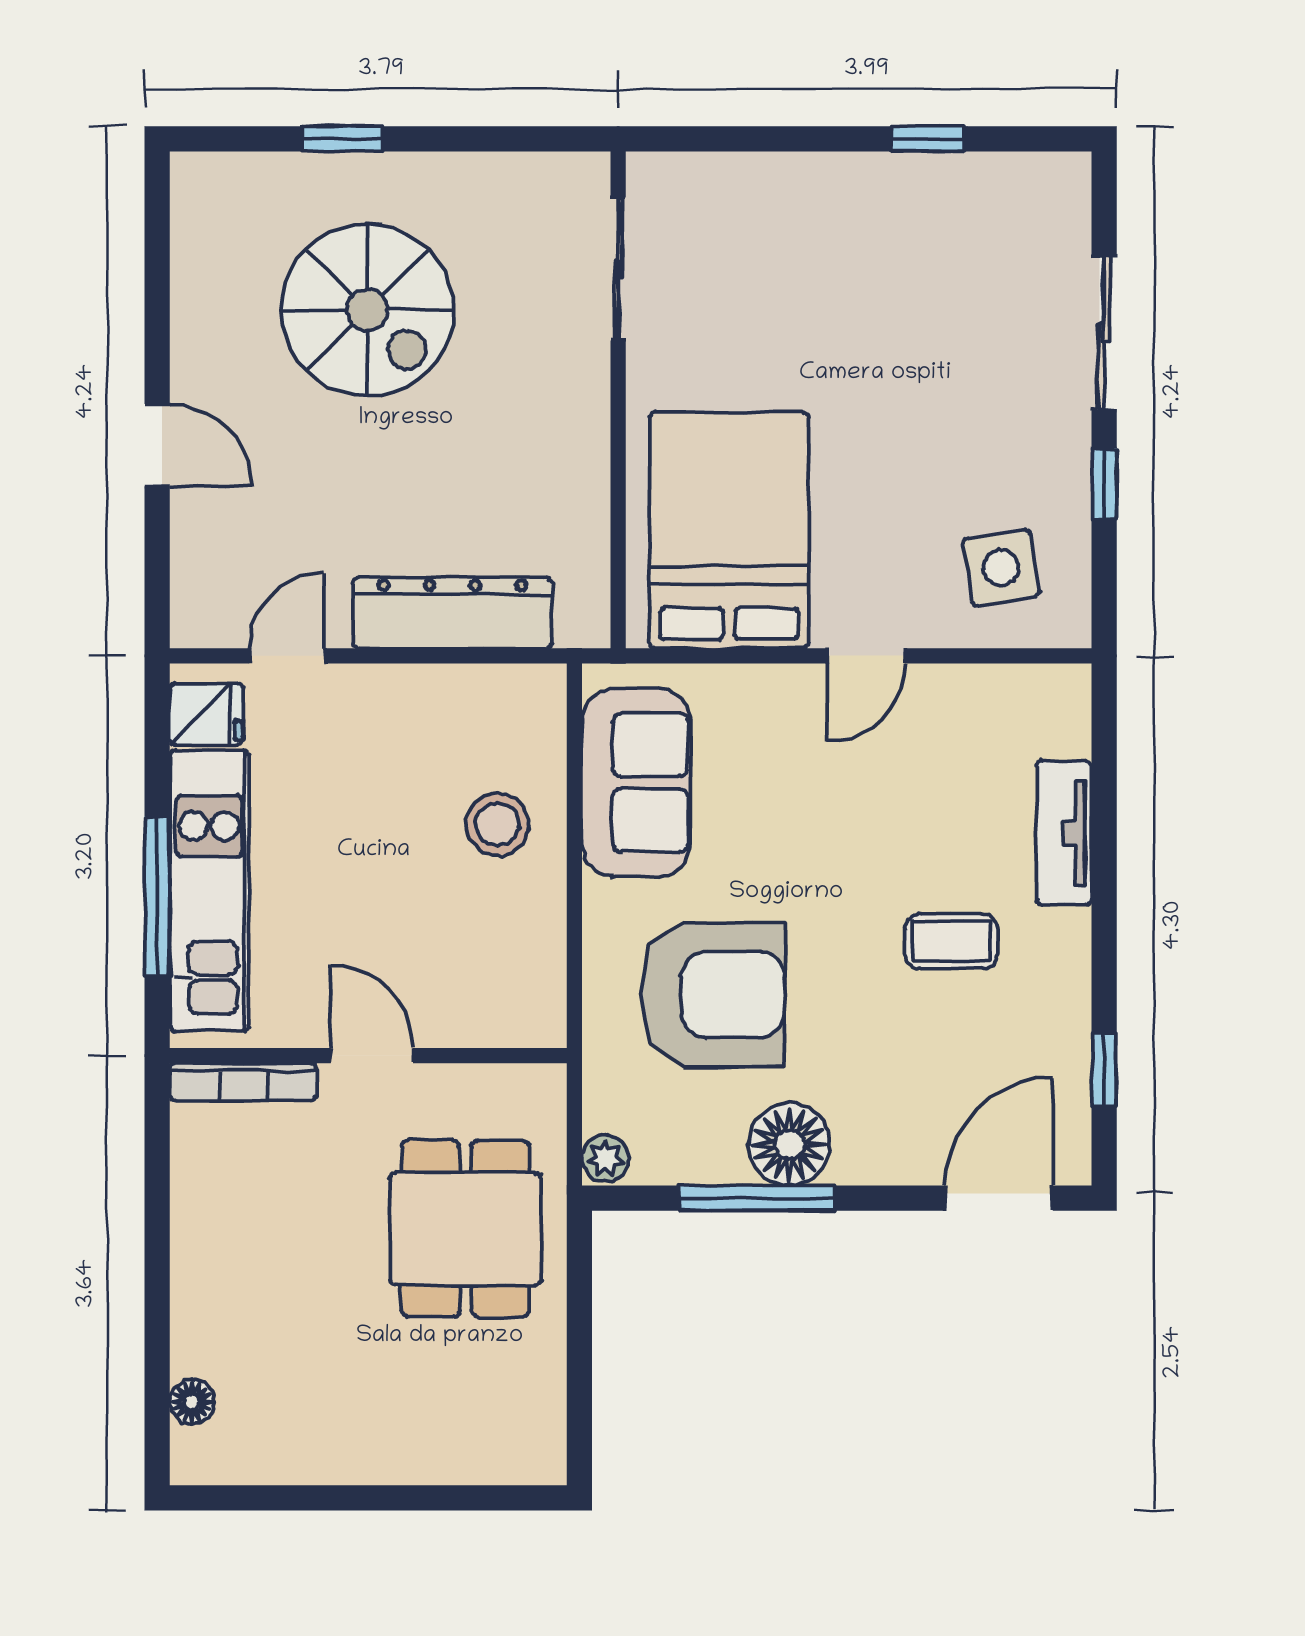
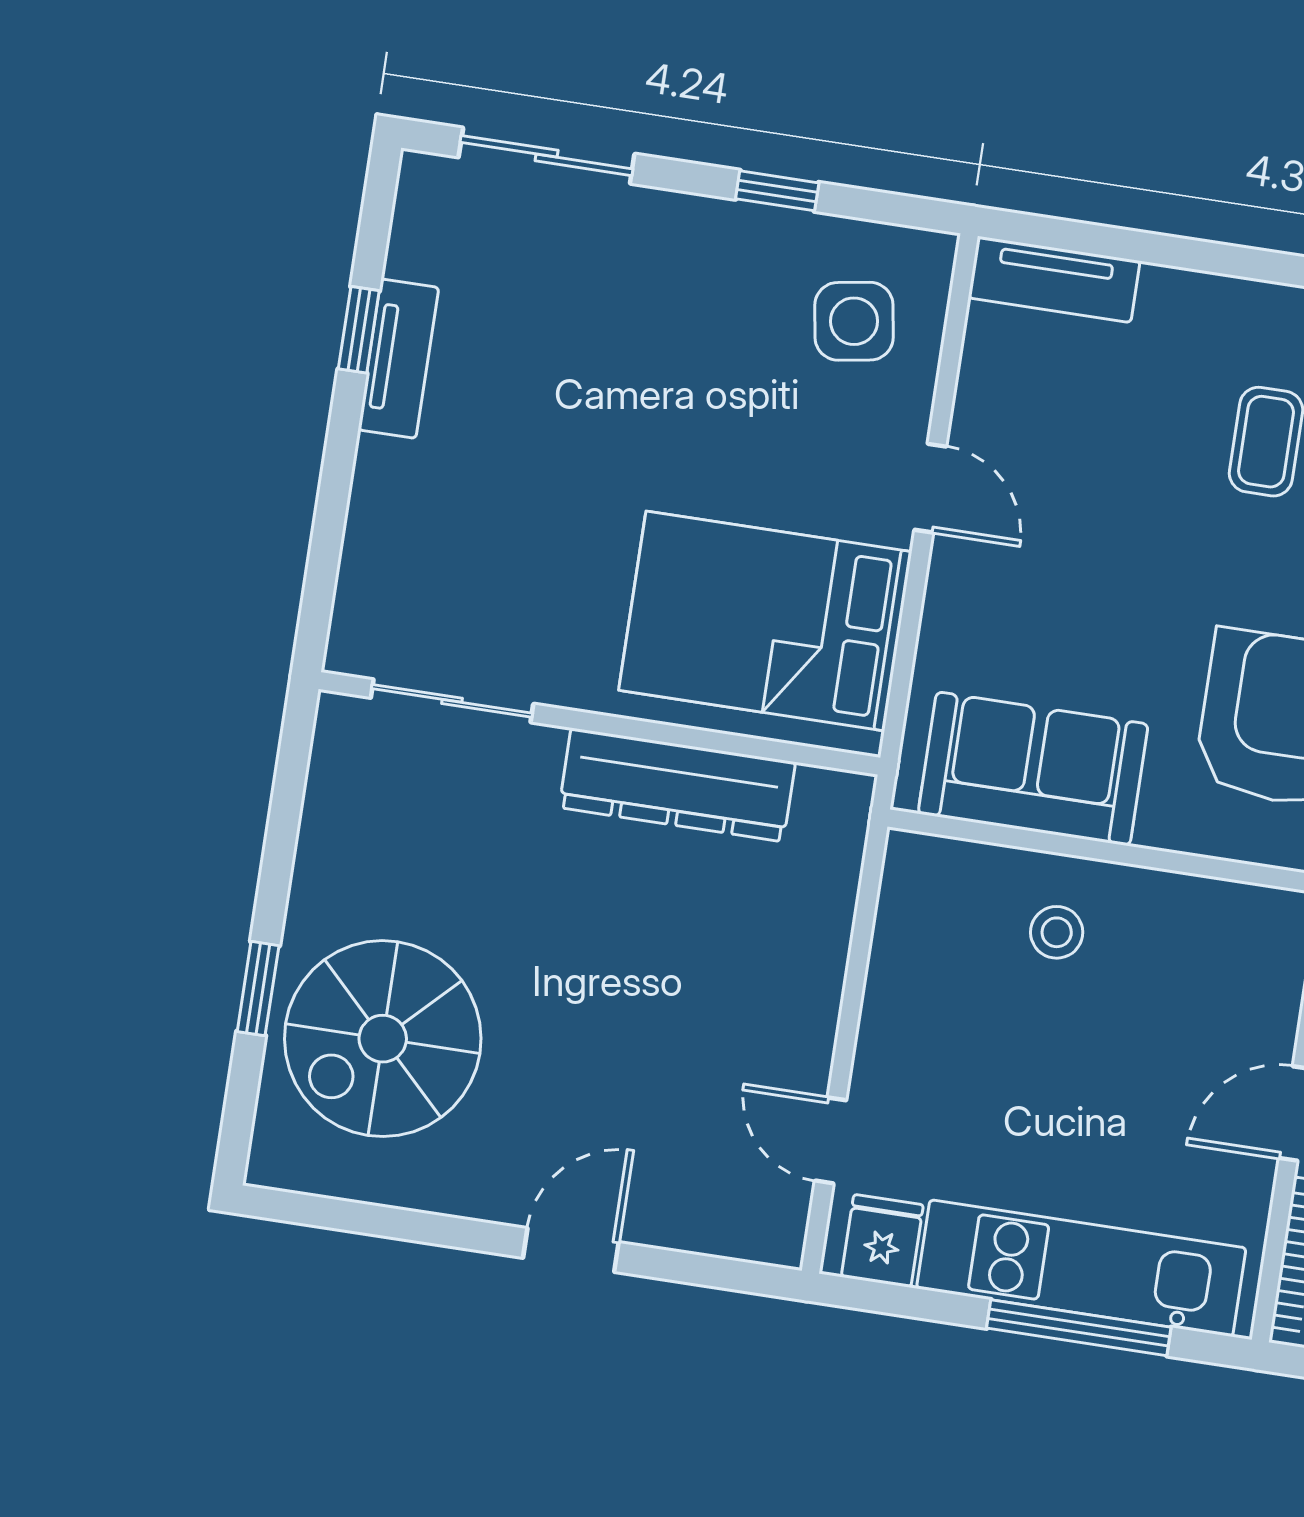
tv unit: (908, 177) -> (398, 359), added
spiral stairs: (367, 310) -> (383, 1039), moved, turned 180
sliding door: (1104, 333) -> (547, 156), moved
dresser: (452, 613) -> (677, 785), moved, turned -90
stool: (497, 825) -> (1057, 932), width x0.73, depth x0.73
tv unit: (1064, 833) -> (1054, 279), moved

